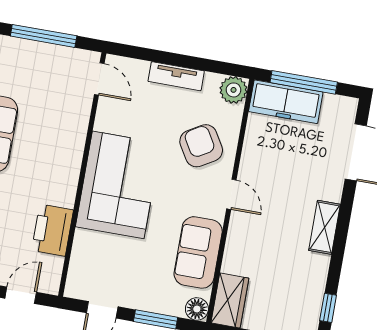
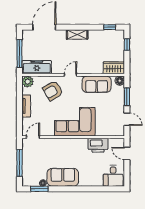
freezer: (286, 102) -> (37, 67), moved, turned -90

